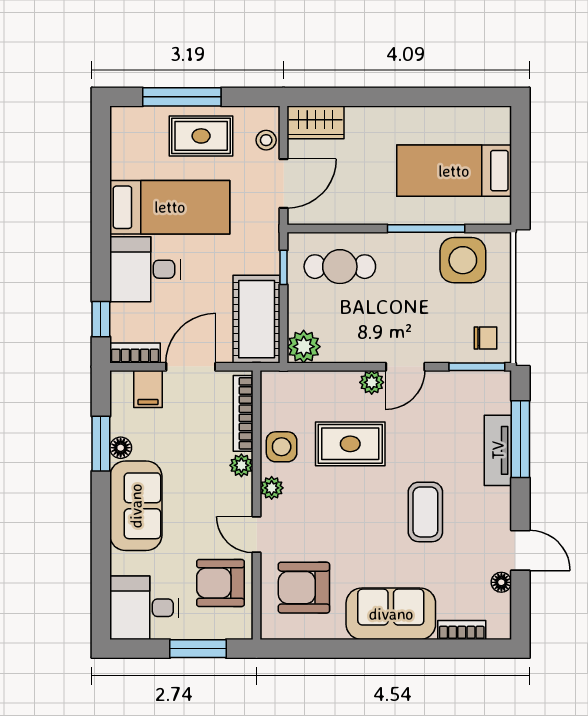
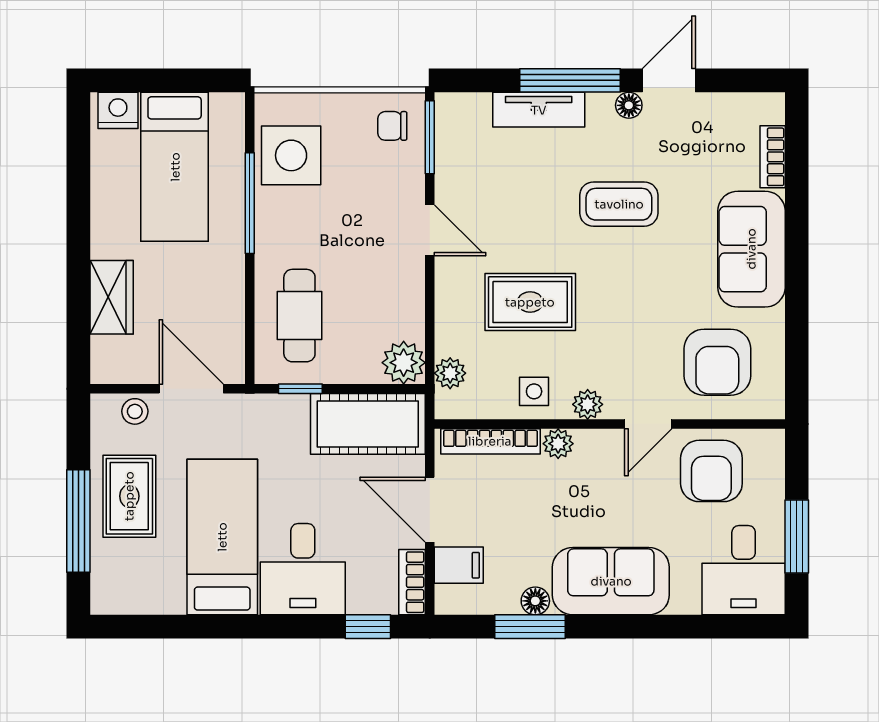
wardrobe: (316, 122) -> (112, 297), moved
nightstand: (497, 127) -> (118, 110), added
chair: (485, 338) -> (392, 126), turned -90
plant: (372, 382) -> (450, 373), moved
window: (520, 439) -> (570, 80), moved
rug: (350, 444) -> (530, 302), turned 90
side table: (282, 447) -> (534, 391), width x0.73, depth x0.73
floor lamp: (501, 582) -> (629, 105), moved
window: (198, 649) -> (797, 537), moved

